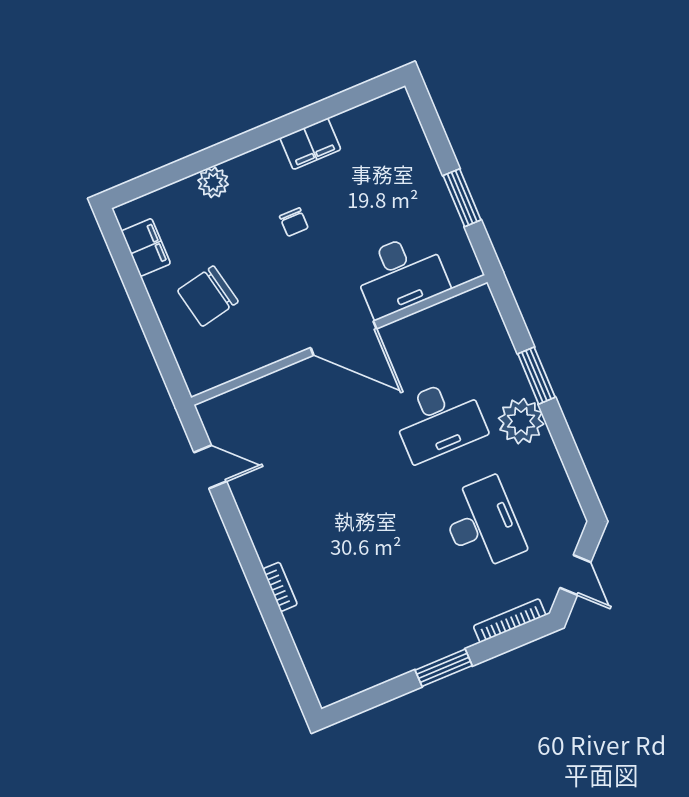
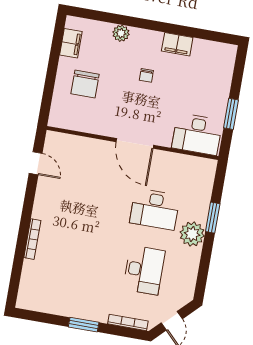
desk: (401, 275) -> (197, 134), moved
chair: (208, 296) -> (85, 84), turned -78
bookcase: (280, 587) -> (32, 239), width x1.56

